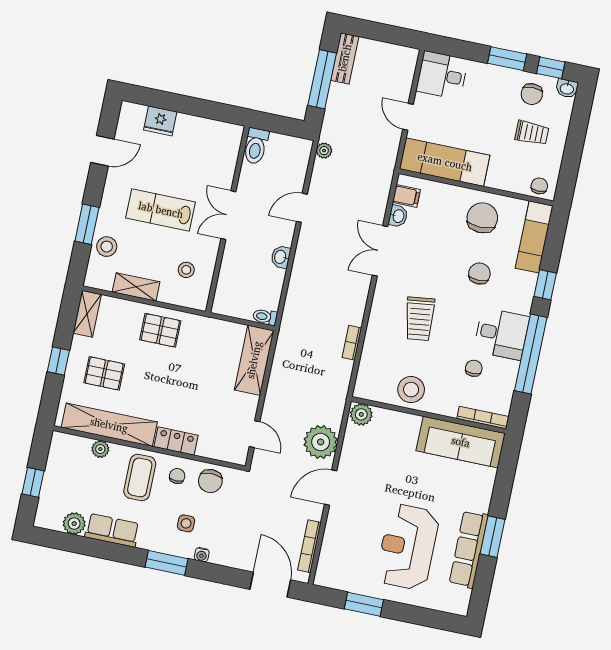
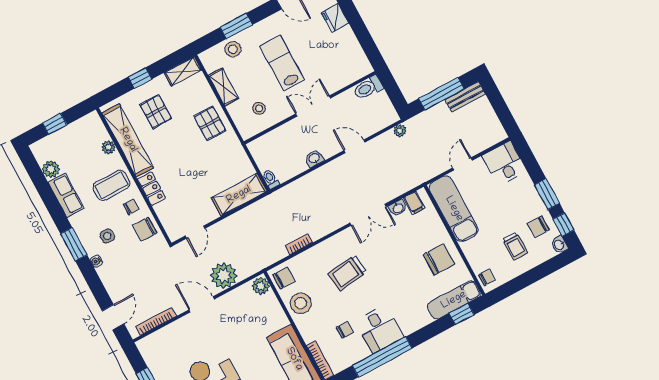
double door: (380, 251) -> (368, 215), swing flipped
chair: (479, 273) -> (284, 278), moved
window: (545, 285) -> (462, 314), moved
door: (270, 585) -> (113, 317), width x0.73

